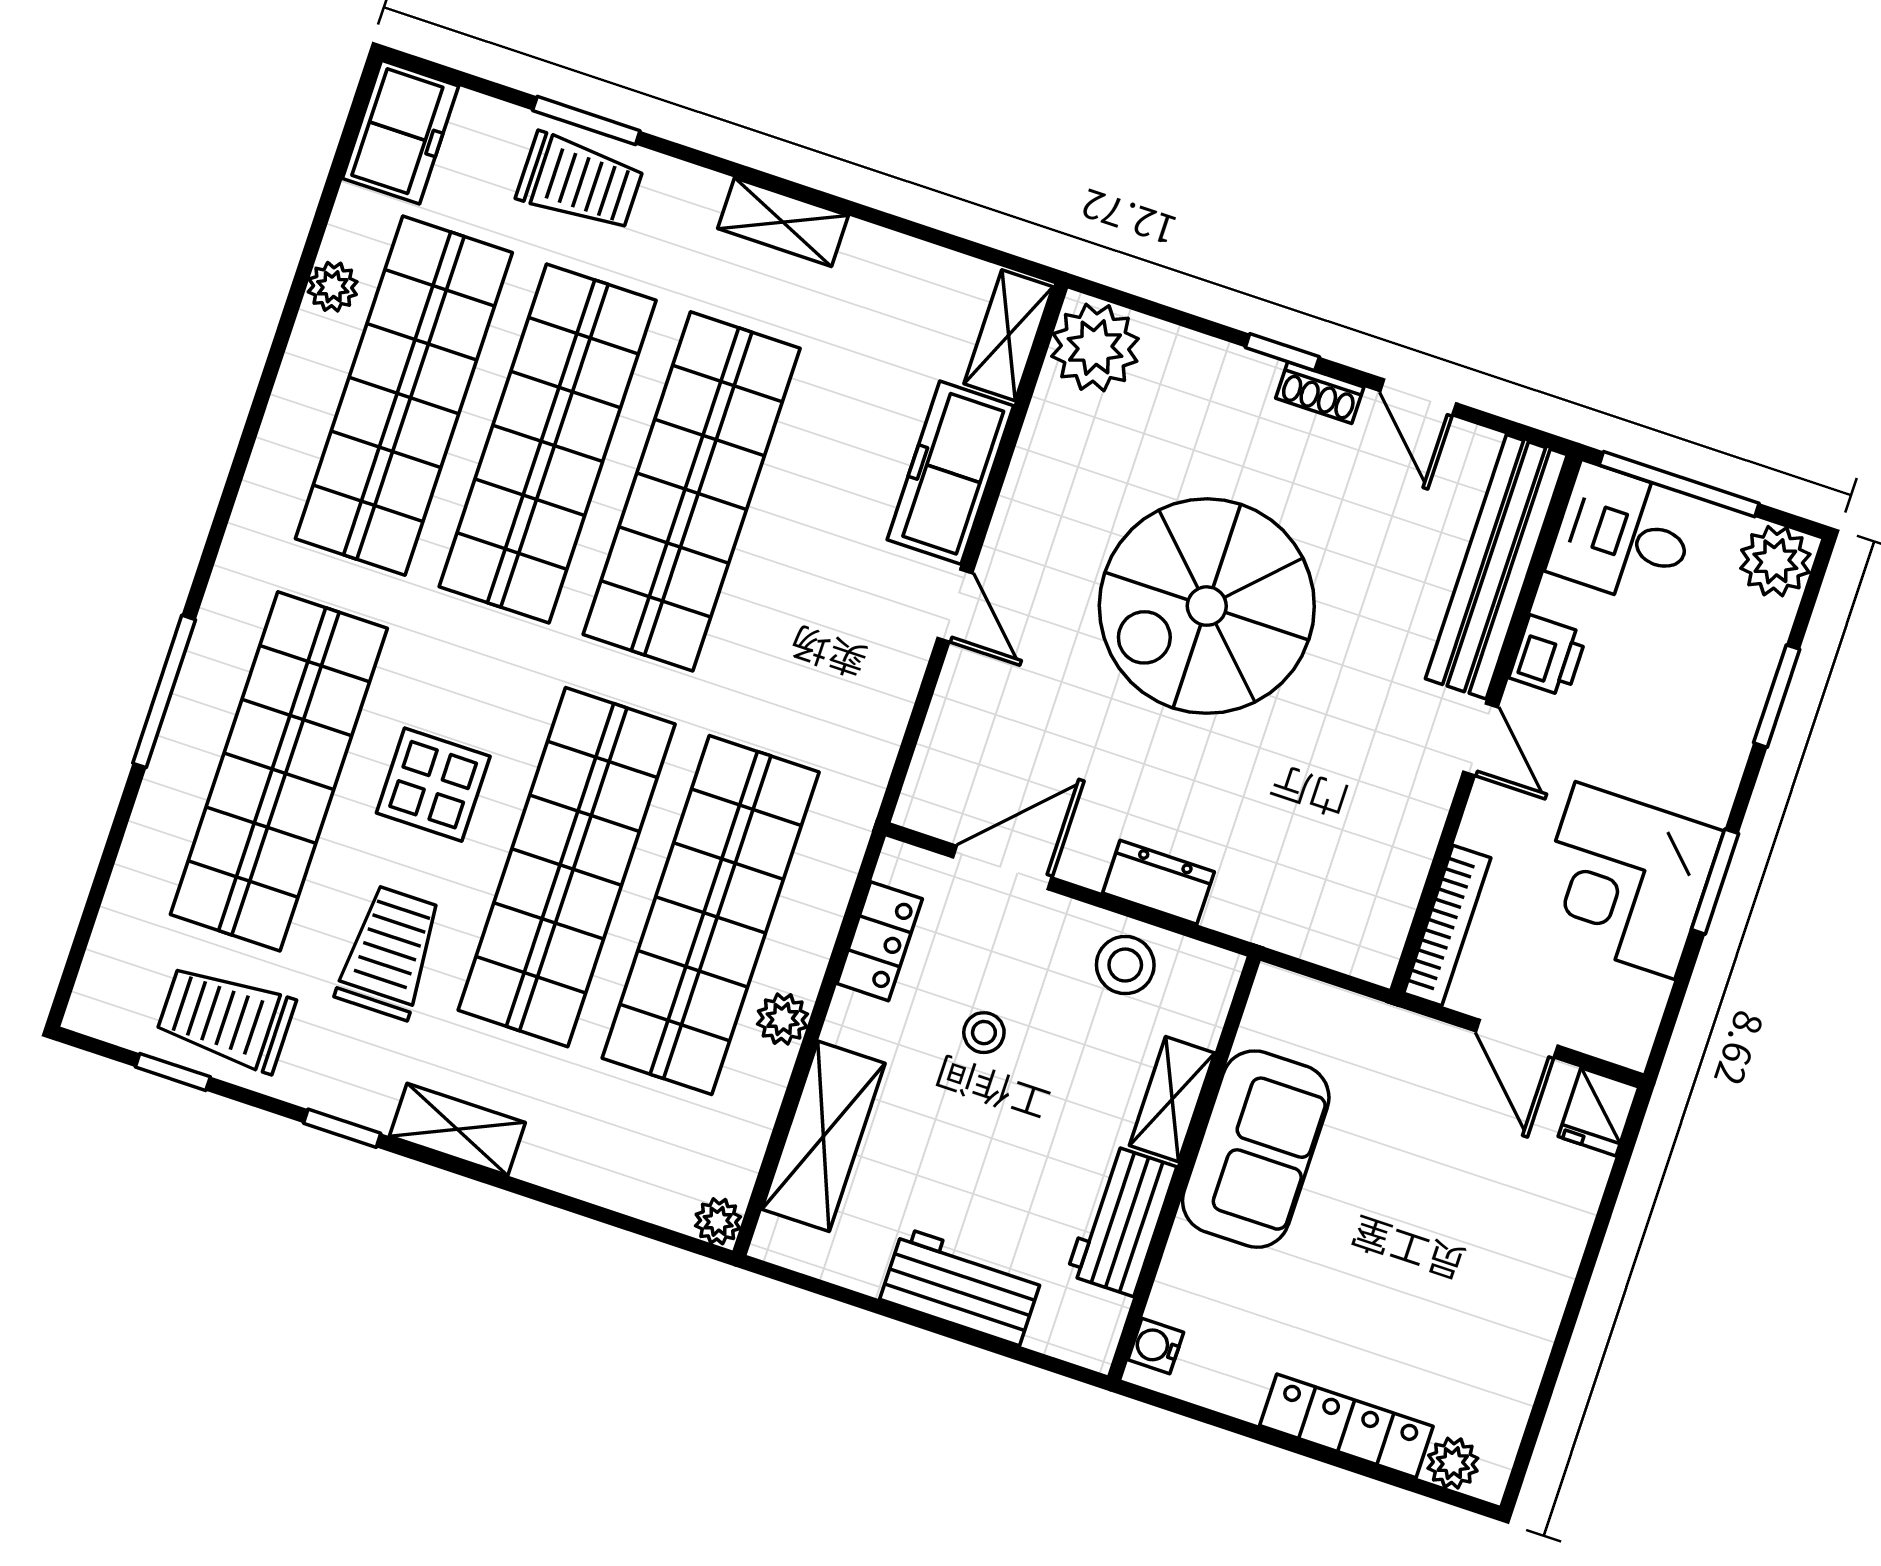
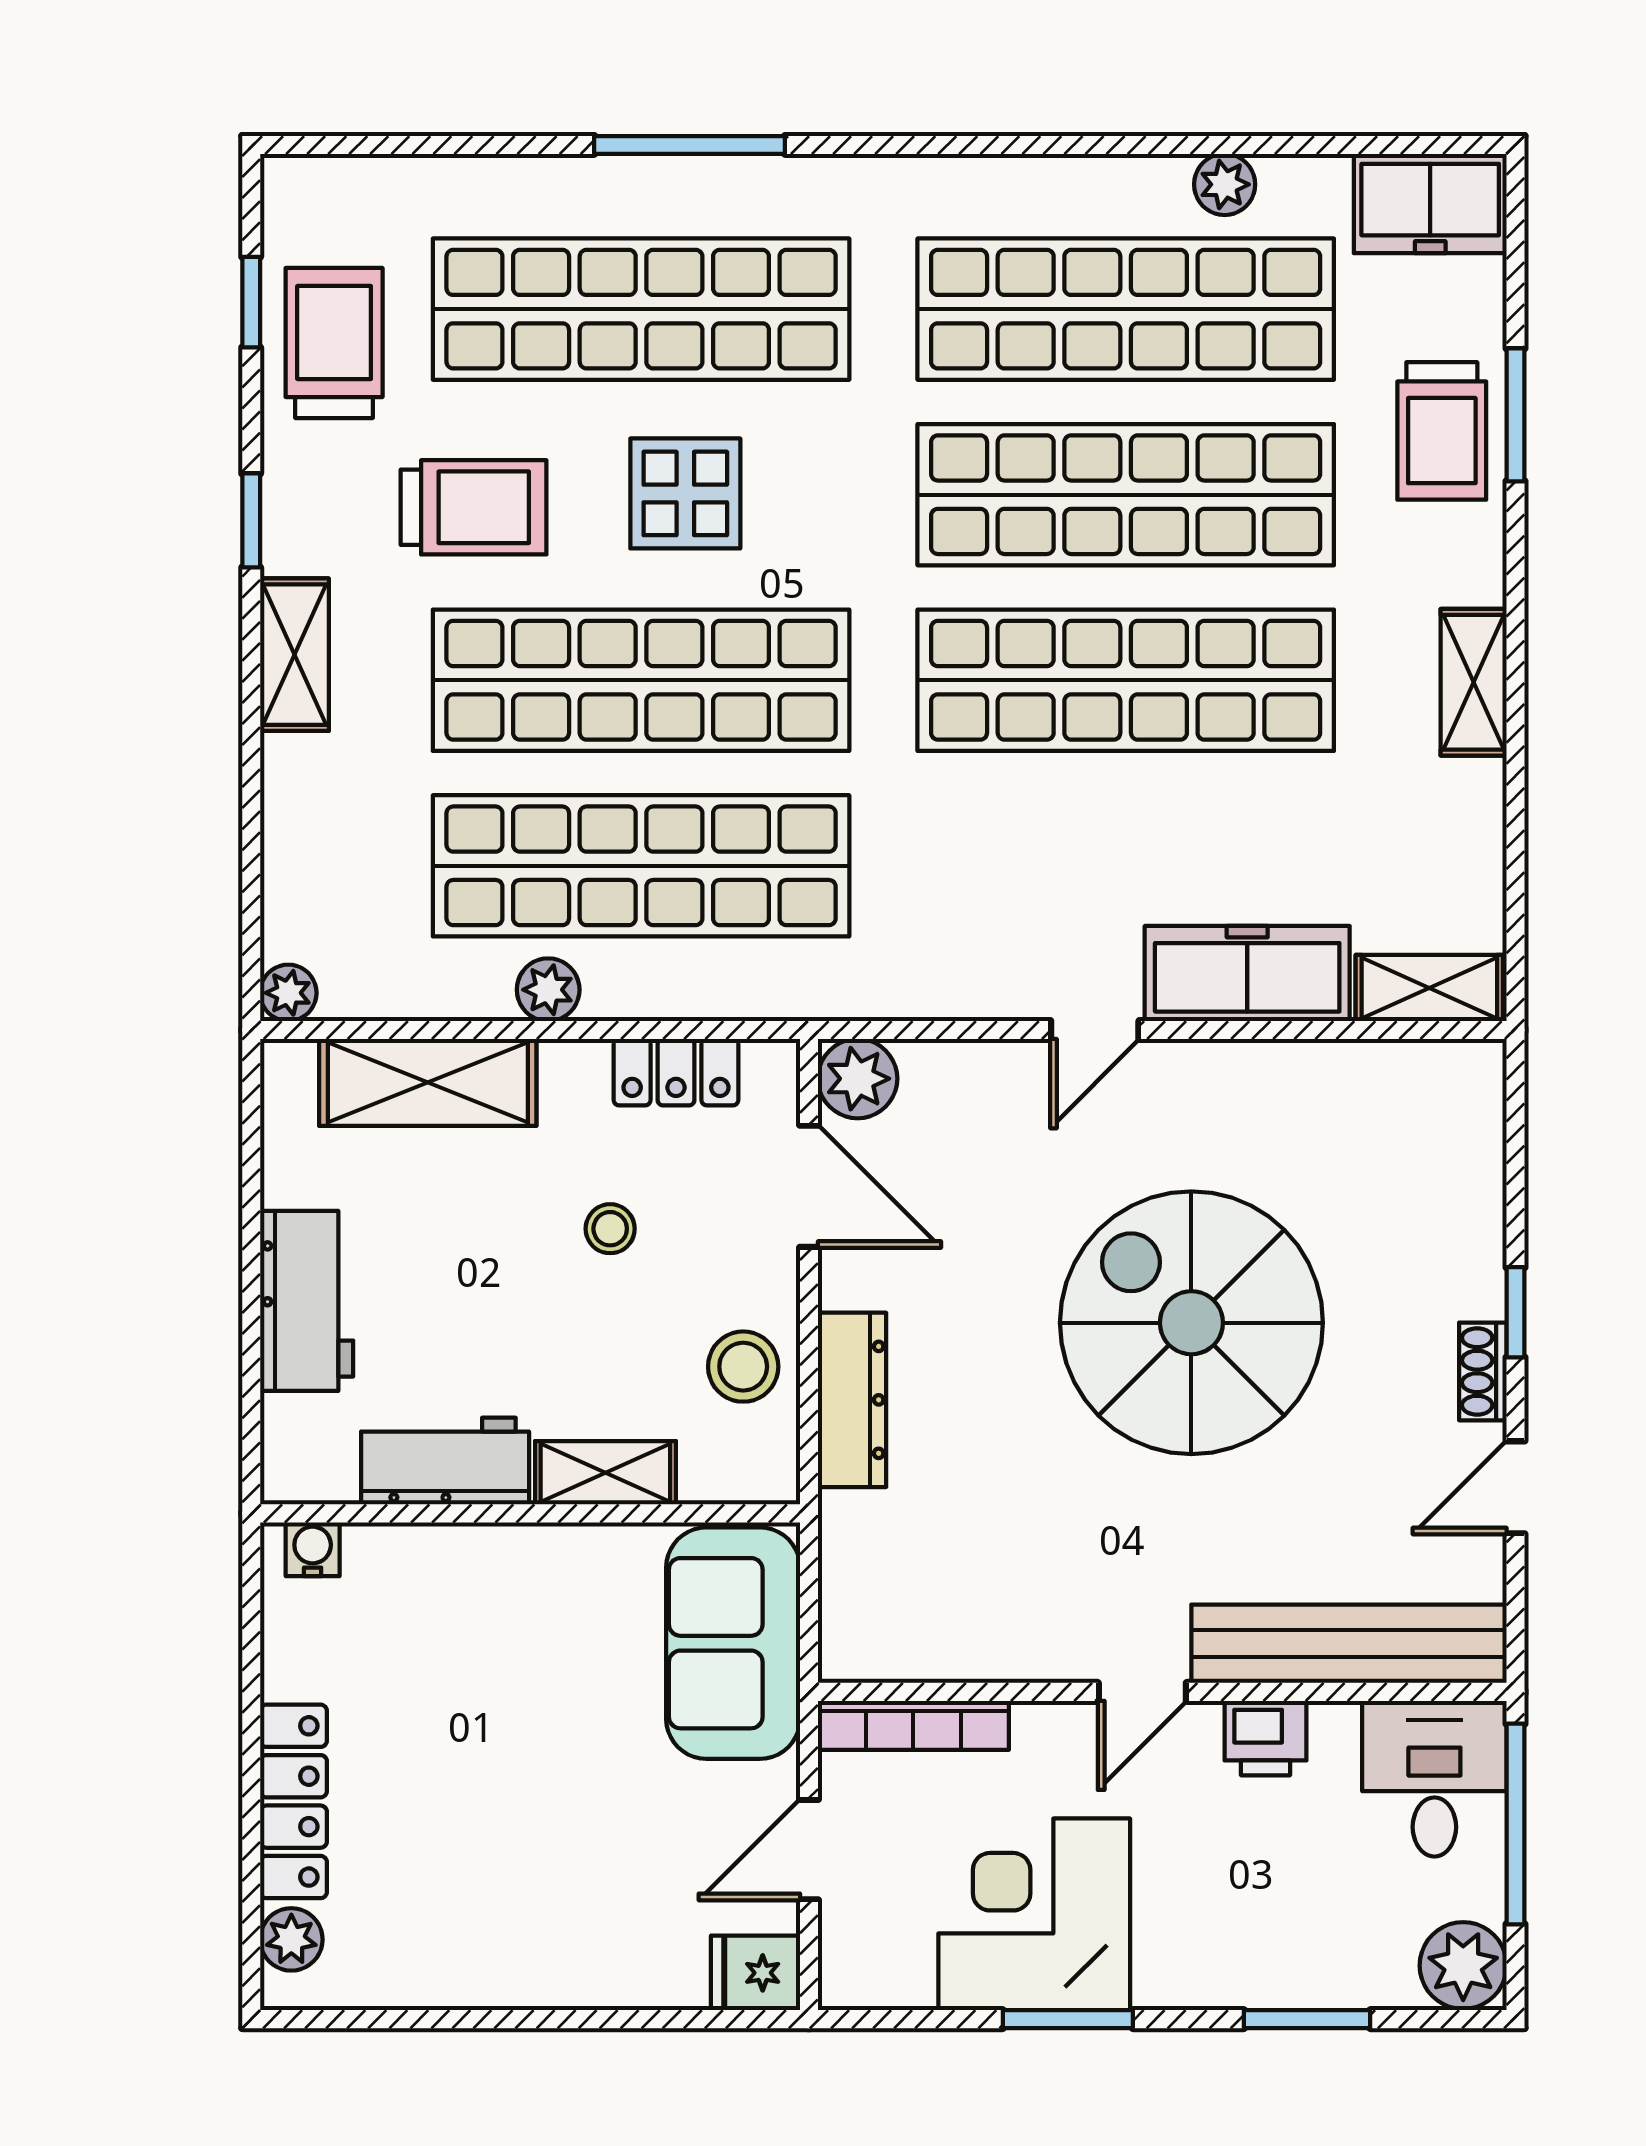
plant: (1095, 348) -> (858, 1079), moved, width x0.73, depth x0.73
dresser: (1158, 882) -> (852, 1400), width x1.44
sofa: (1256, 1149) -> (733, 1643), moved, turned 90

